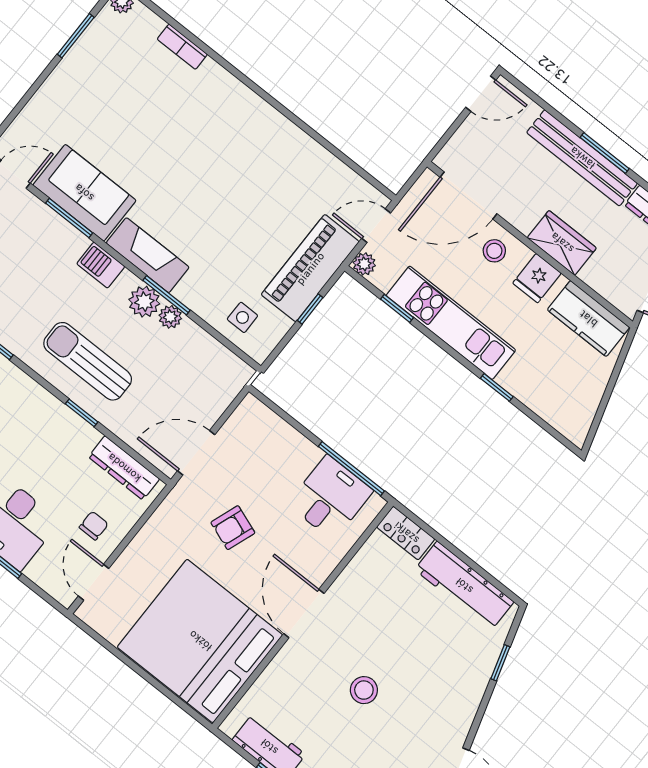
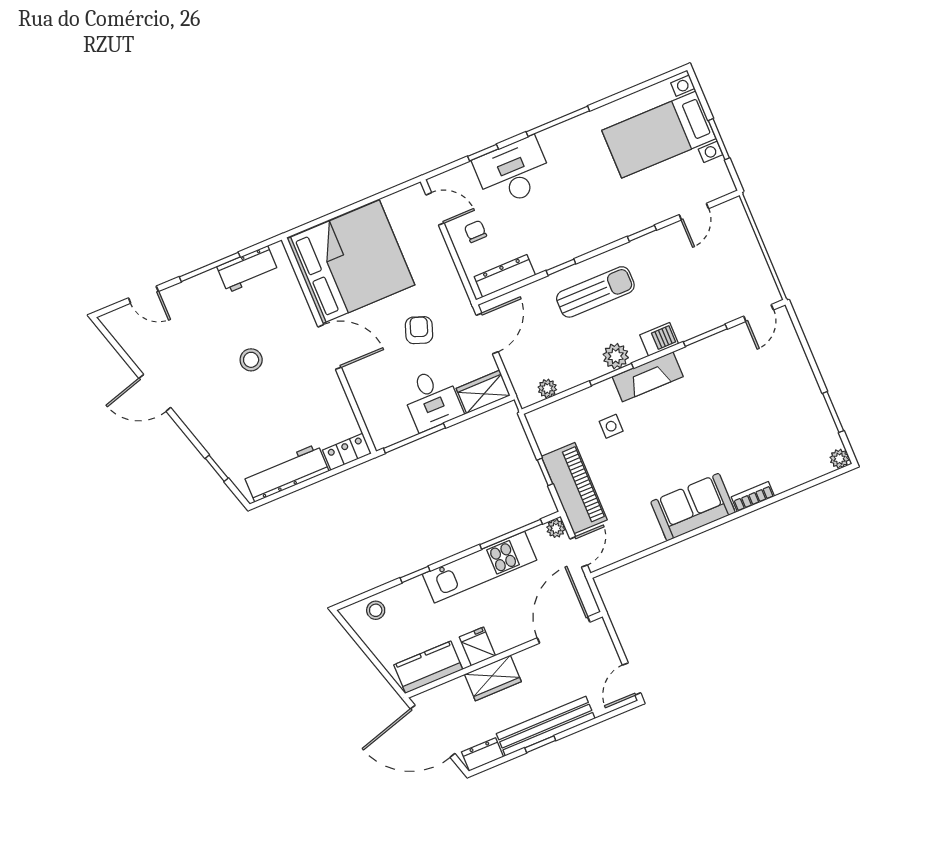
bookcase: (182, 47) -> (753, 497), moved
window: (605, 153) -> (540, 744), width x0.67
sofa: (84, 193) -> (693, 507), moved, turned 180
stool: (494, 251) -> (376, 610), moved
window: (397, 308) -> (511, 534), width x2.17
plant: (170, 317) -> (547, 388), moved
side table: (242, 317) -> (611, 426), moved
wardrobe: (261, 422) -> (483, 392), added
desk: (330, 498) -> (432, 399), moved
chair: (94, 526) -> (475, 231), turned 180

